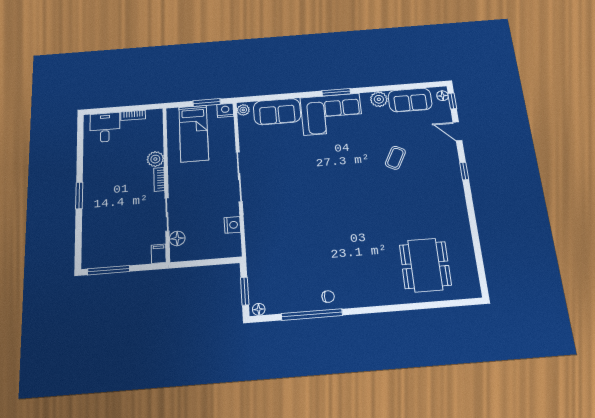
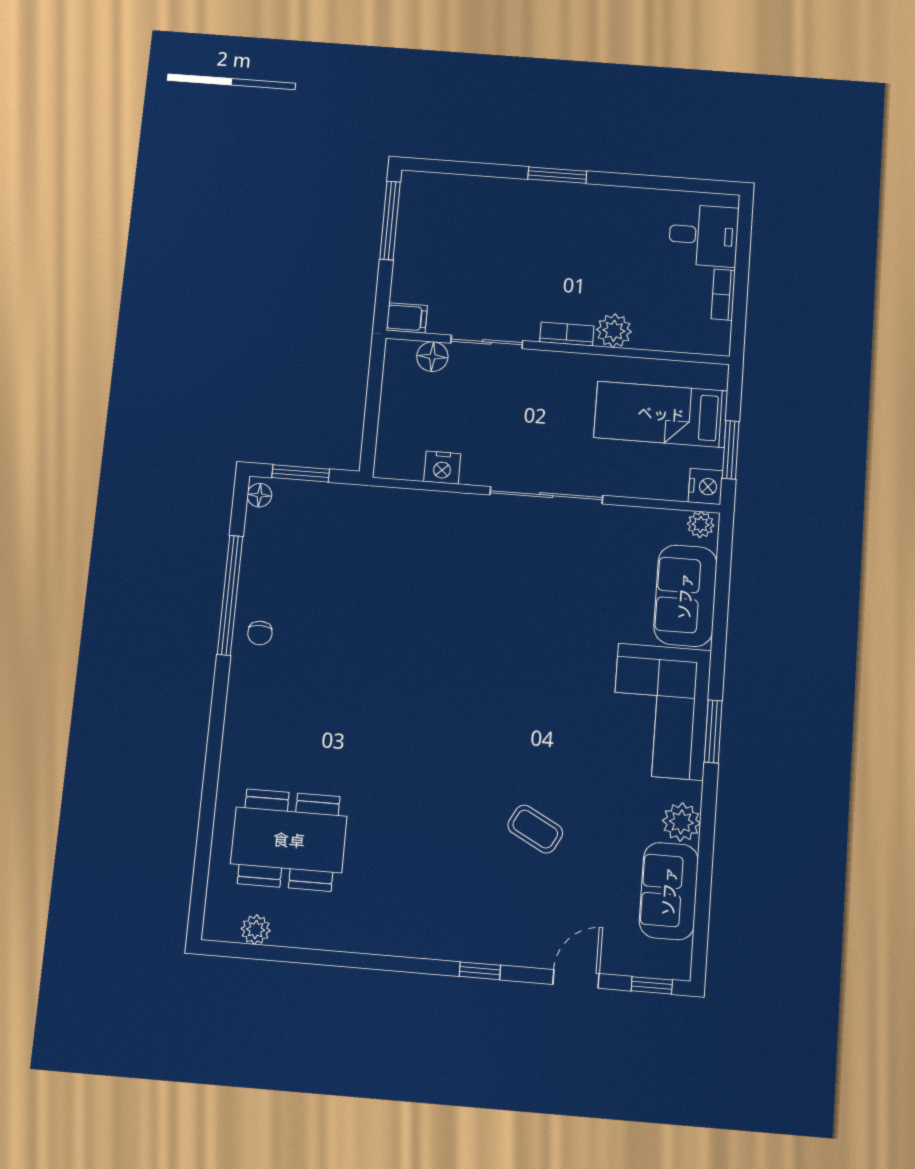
floor lamp: (443, 96) -> (668, 967), removed
plant: (471, 273) -> (256, 930), added

